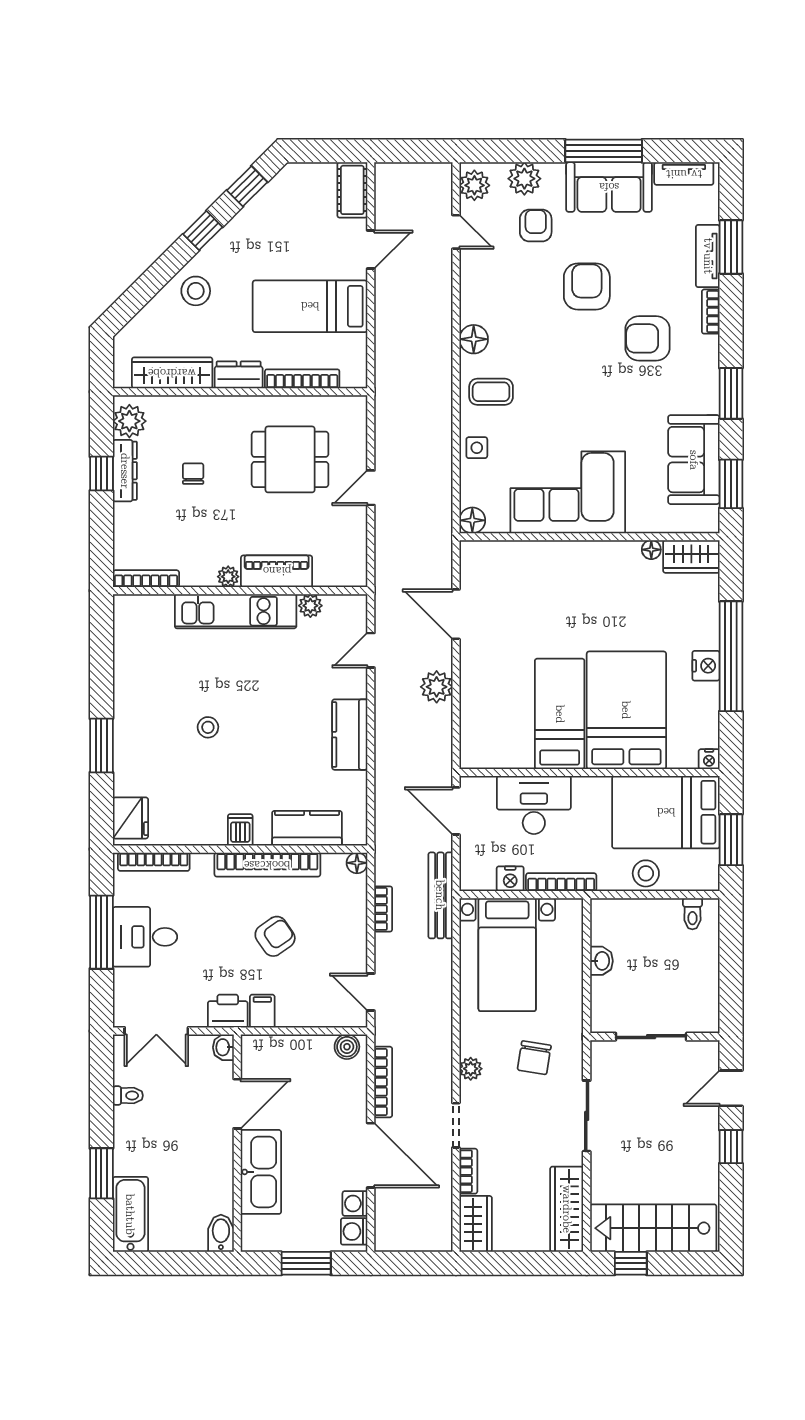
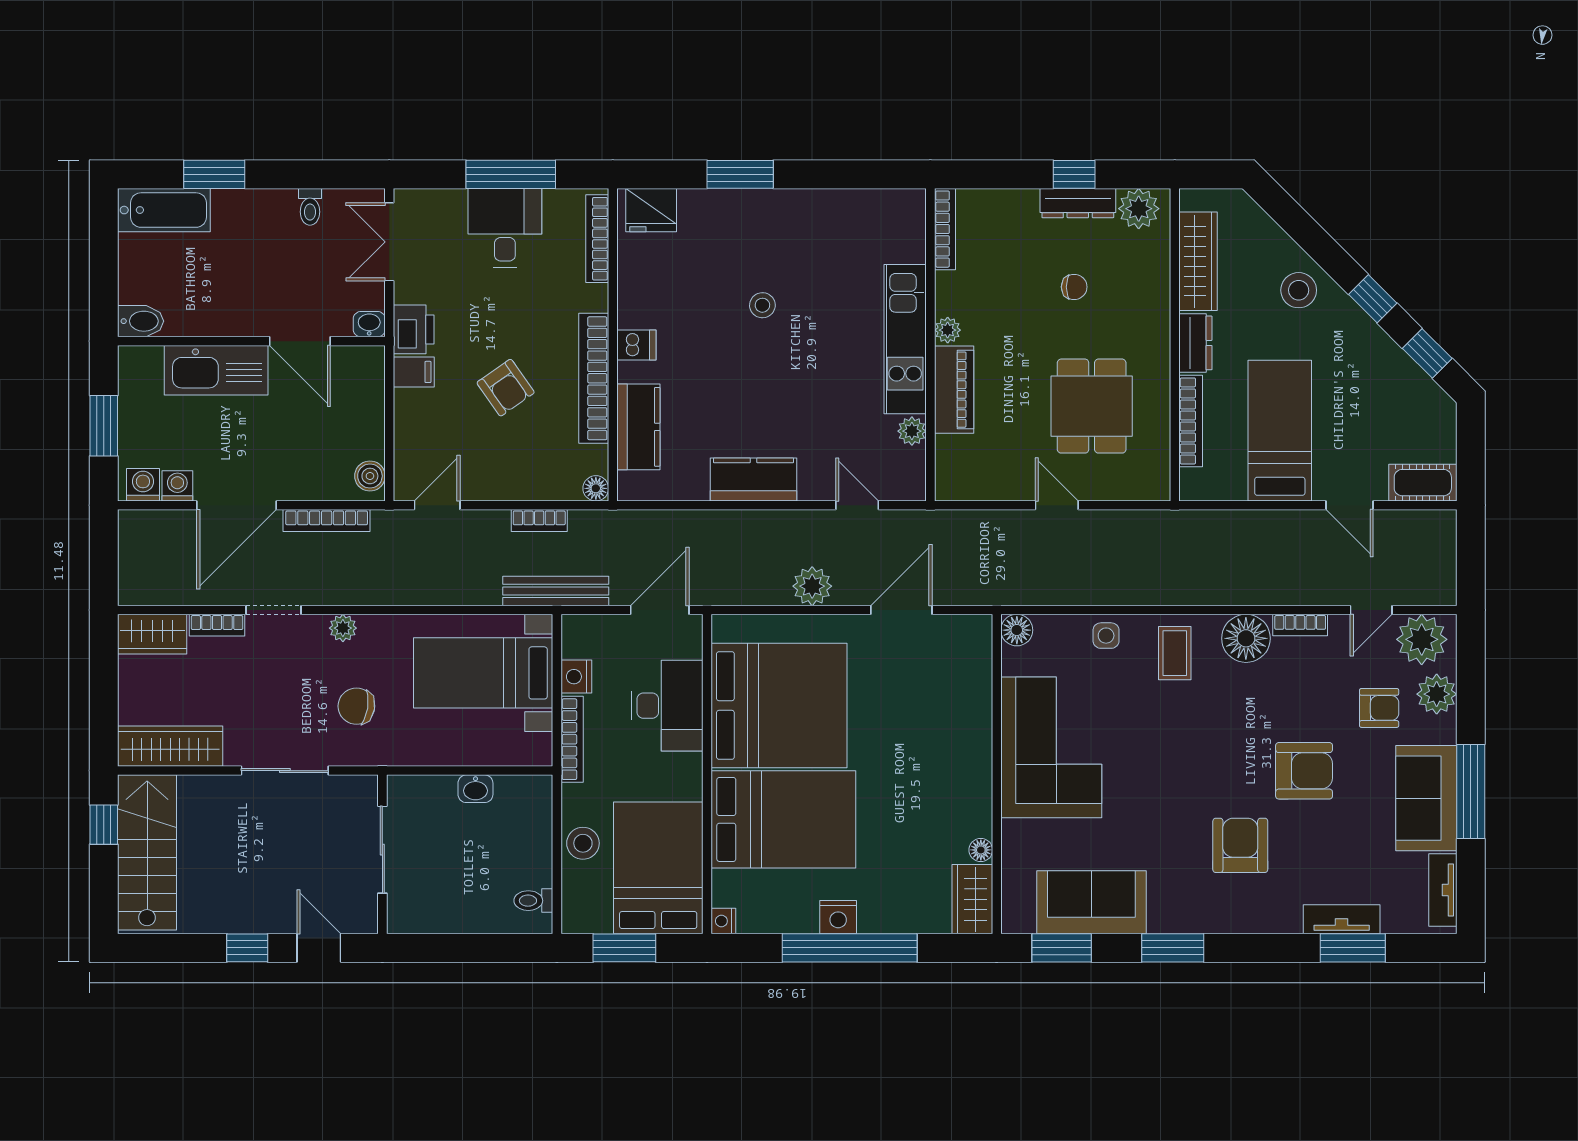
plant: (474, 185) -> (1422, 639), width x1.36, depth x1.36
bookcase: (711, 312) -> (1300, 625), moved, turned 180
floor lamp: (474, 339) -> (1246, 638), width x1.38, depth x1.38
bed: (560, 714) -> (779, 705), width x2.04

